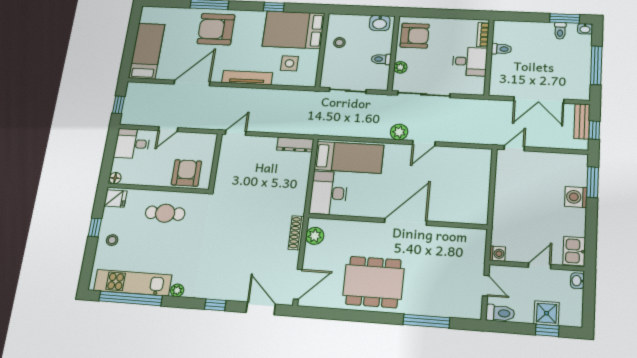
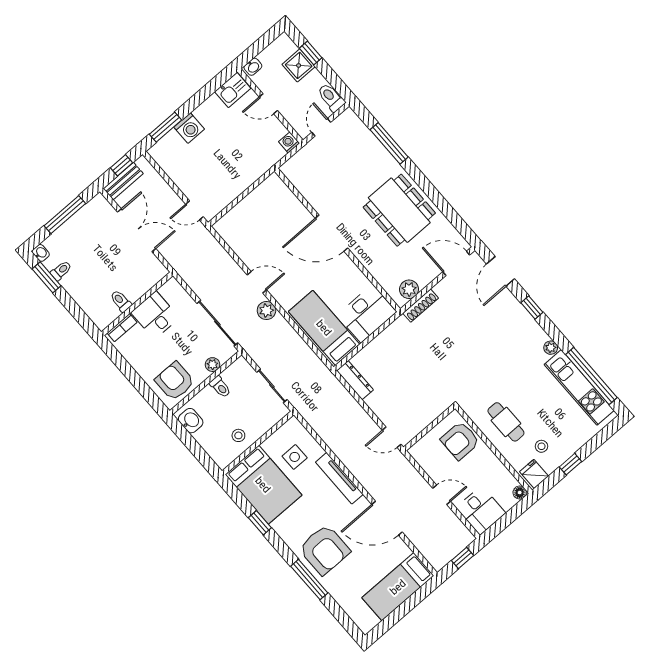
stool: (112, 240) -> (541, 446), moved

